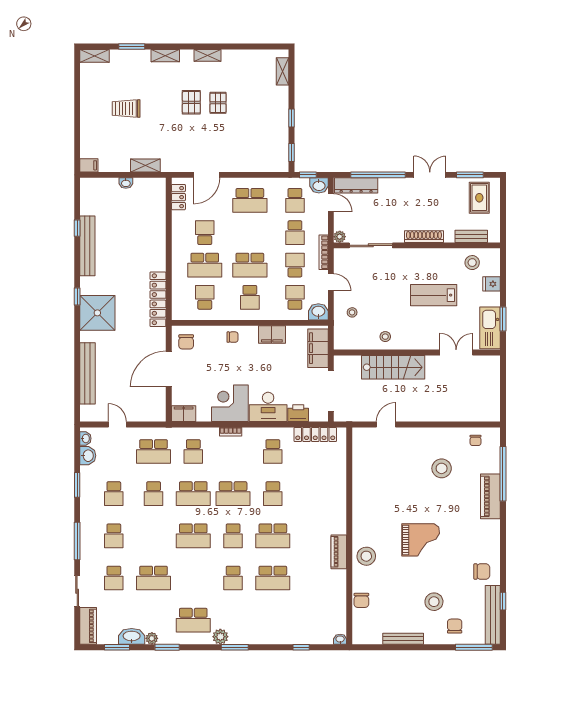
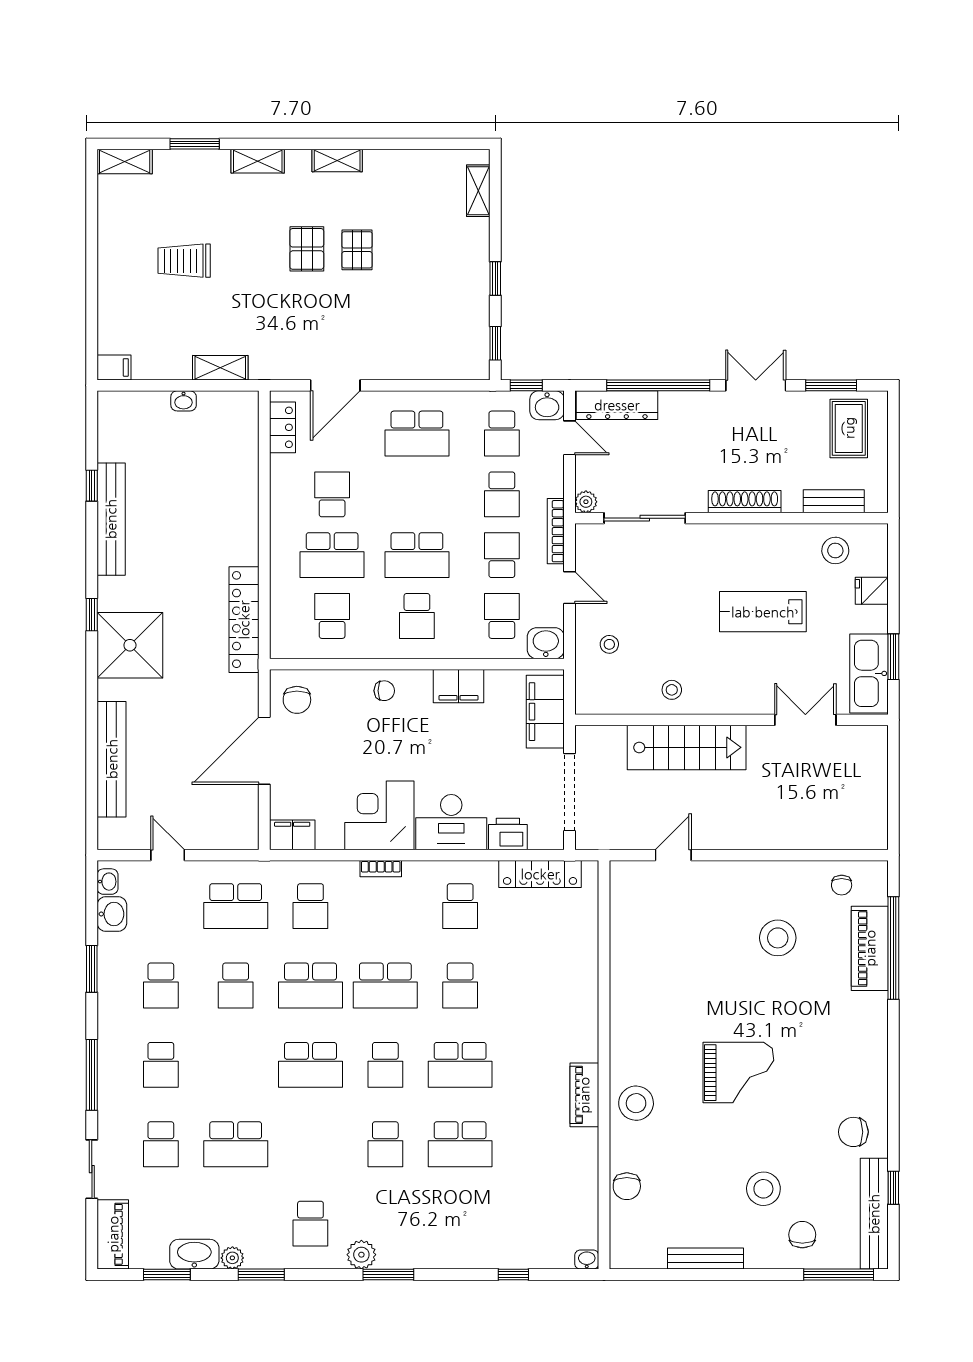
piano: (490, 496) -> (870, 948), moved
chair: (482, 571) -> (853, 1132), turned 180
school desk: (193, 620) -> (310, 1224), width x0.54

